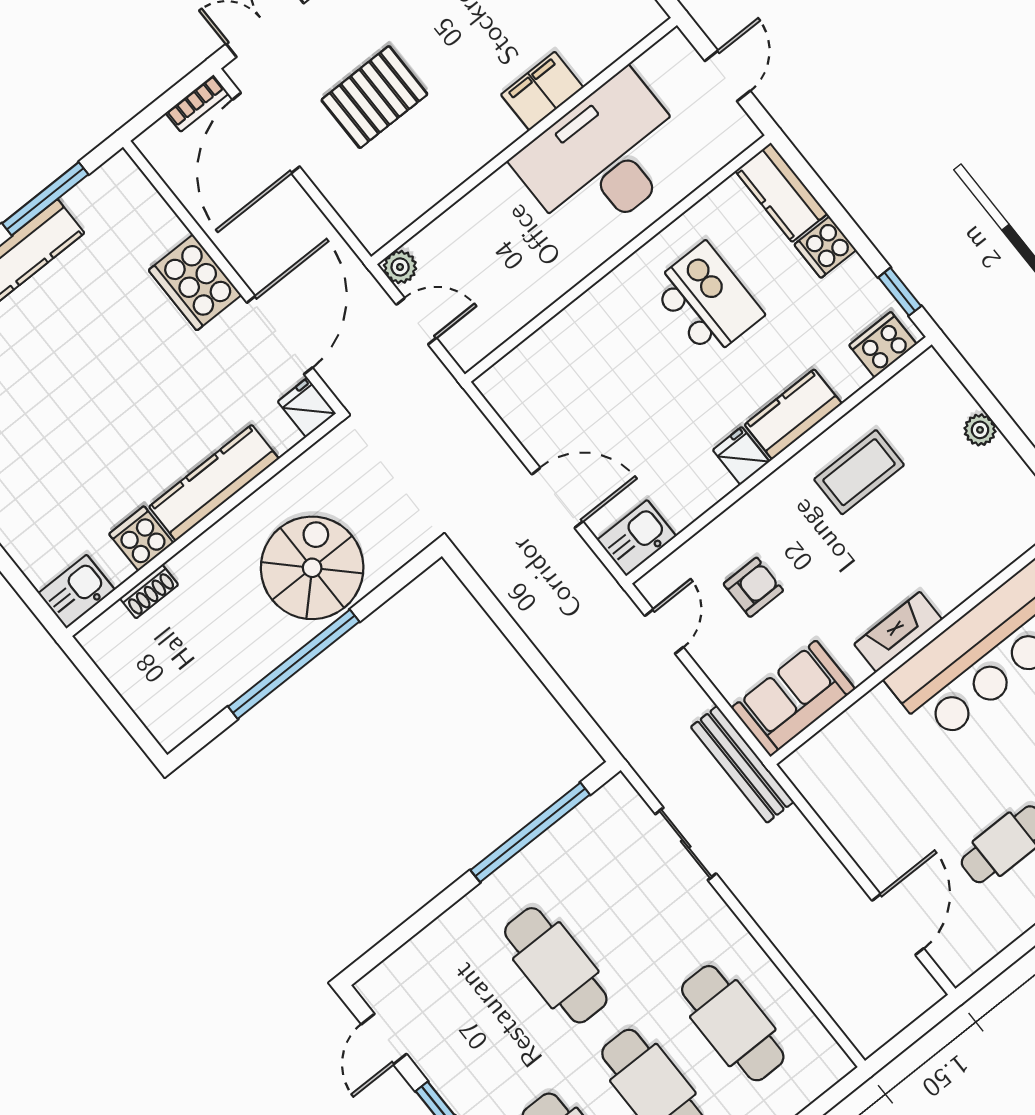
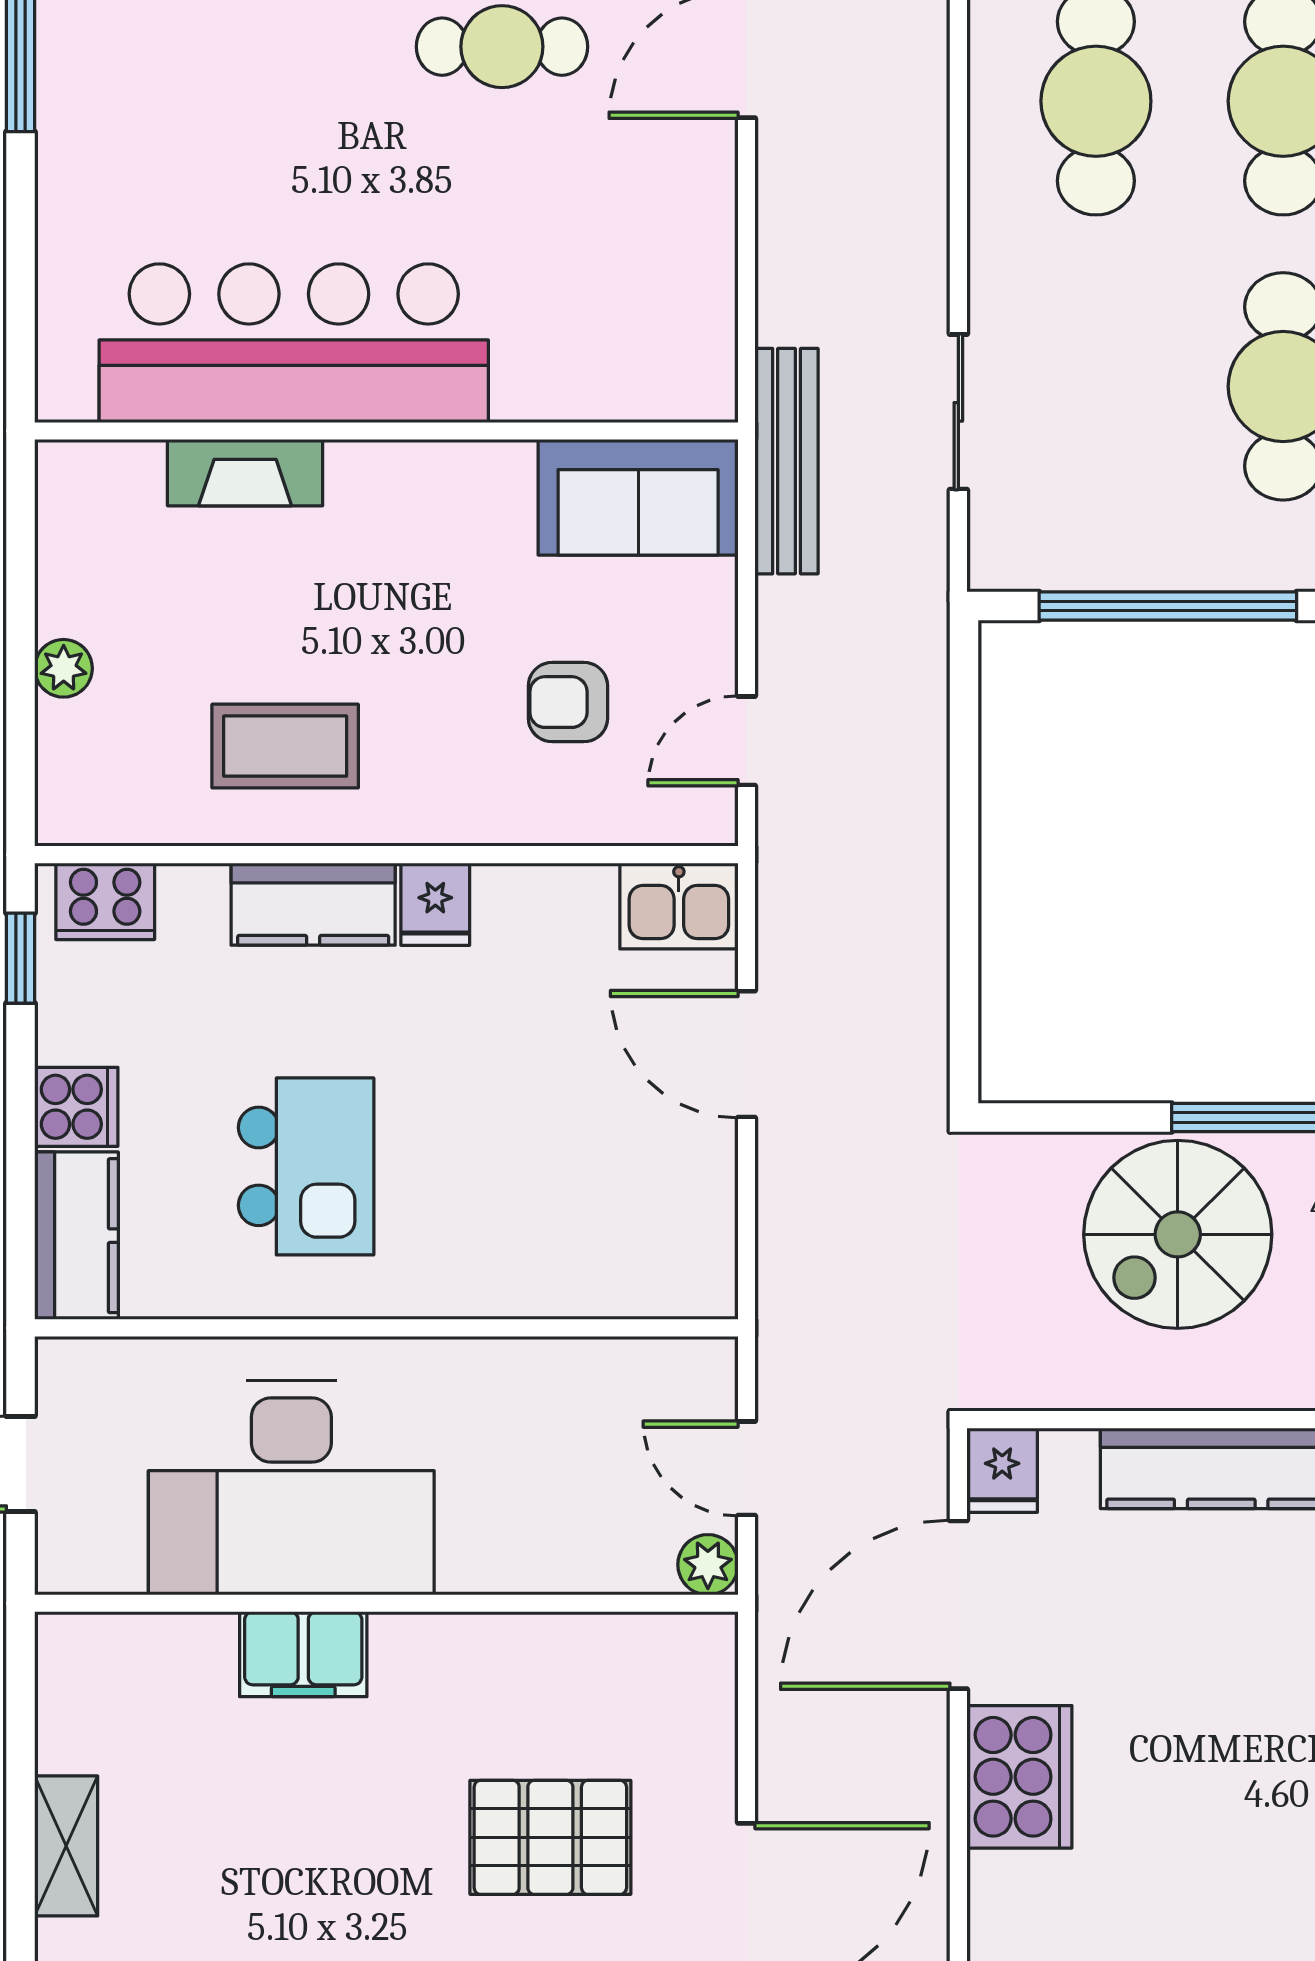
kitchen island: (707, 300) -> (306, 1166), turned 180
fireplace: (898, 632) -> (245, 473), moved

